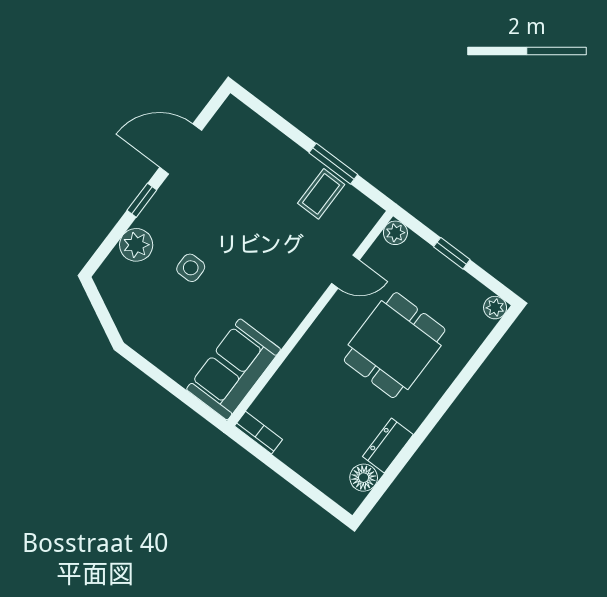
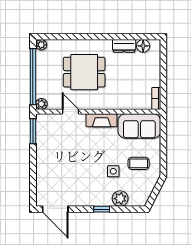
door: (181, 149) -> (55, 209), moved
window: (333, 164) -> (33, 131), moved
coffee table: (321, 194) -> (139, 163), moved
window: (452, 253) -> (33, 77), width x3.17
fireplace: (291, 313) -> (102, 120), added

